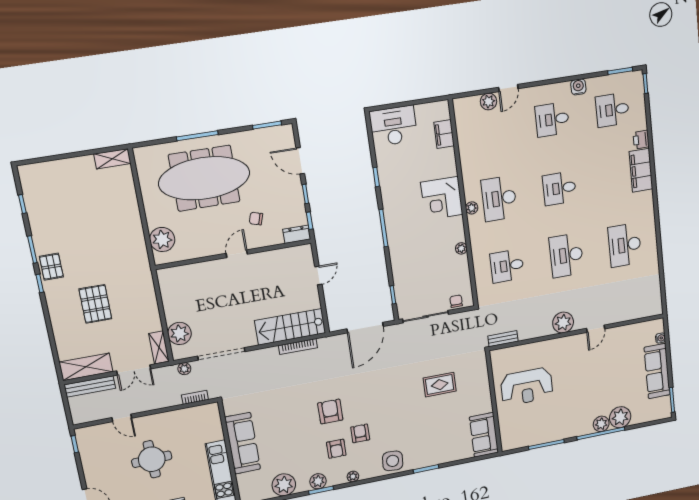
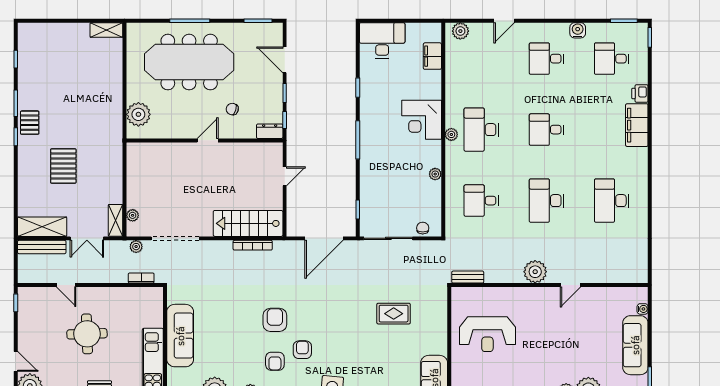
plant: (489, 102) -> (460, 31), moved
plant: (179, 333) -> (133, 215), width x0.53, depth x0.53

